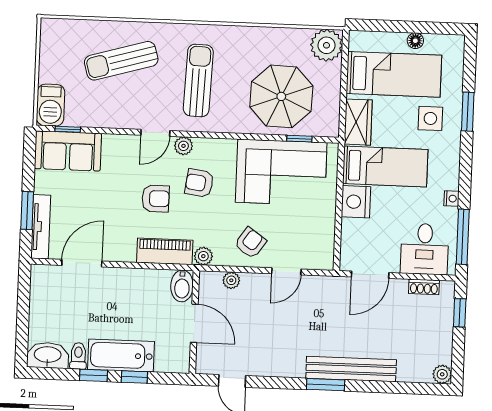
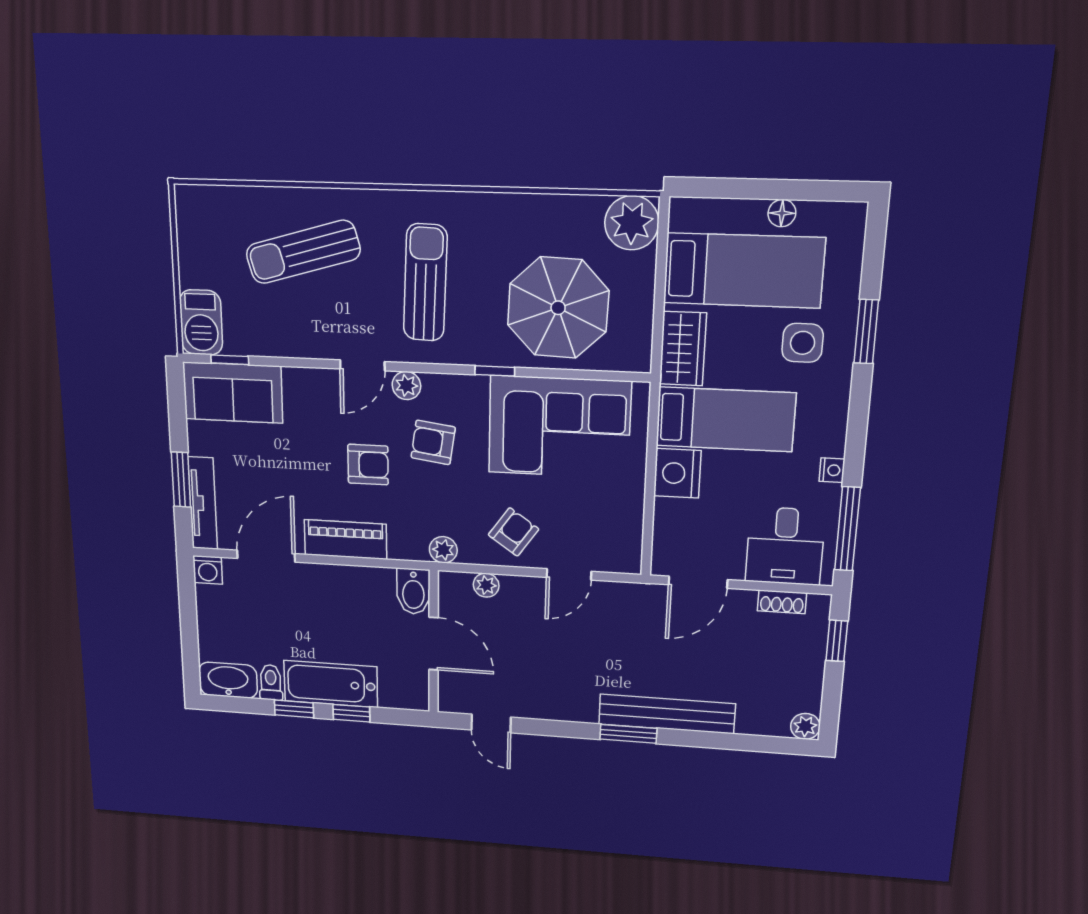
window: (299, 139) -> (495, 371), moved
piano: (165, 251) -> (346, 539), moved
washing machine: (40, 274) -> (208, 570), added

